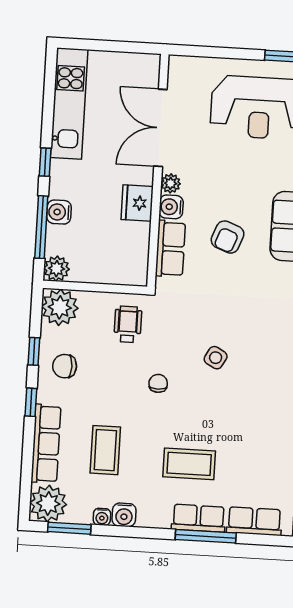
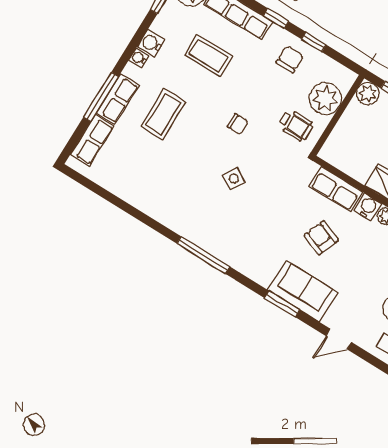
plant: (60, 307) -> (325, 99), moved
water cooler: (102, 517) -> (139, 58), moved

